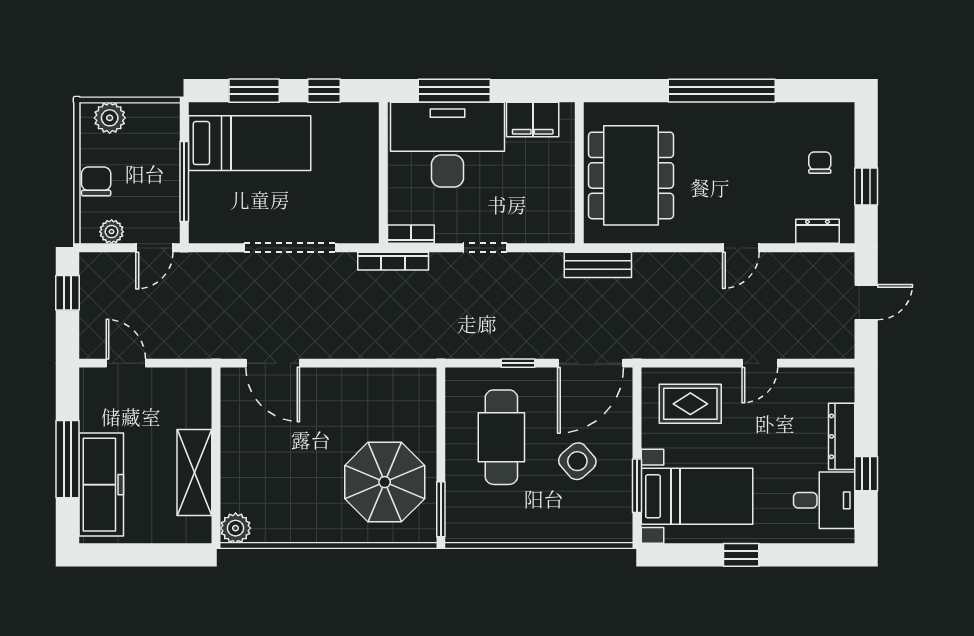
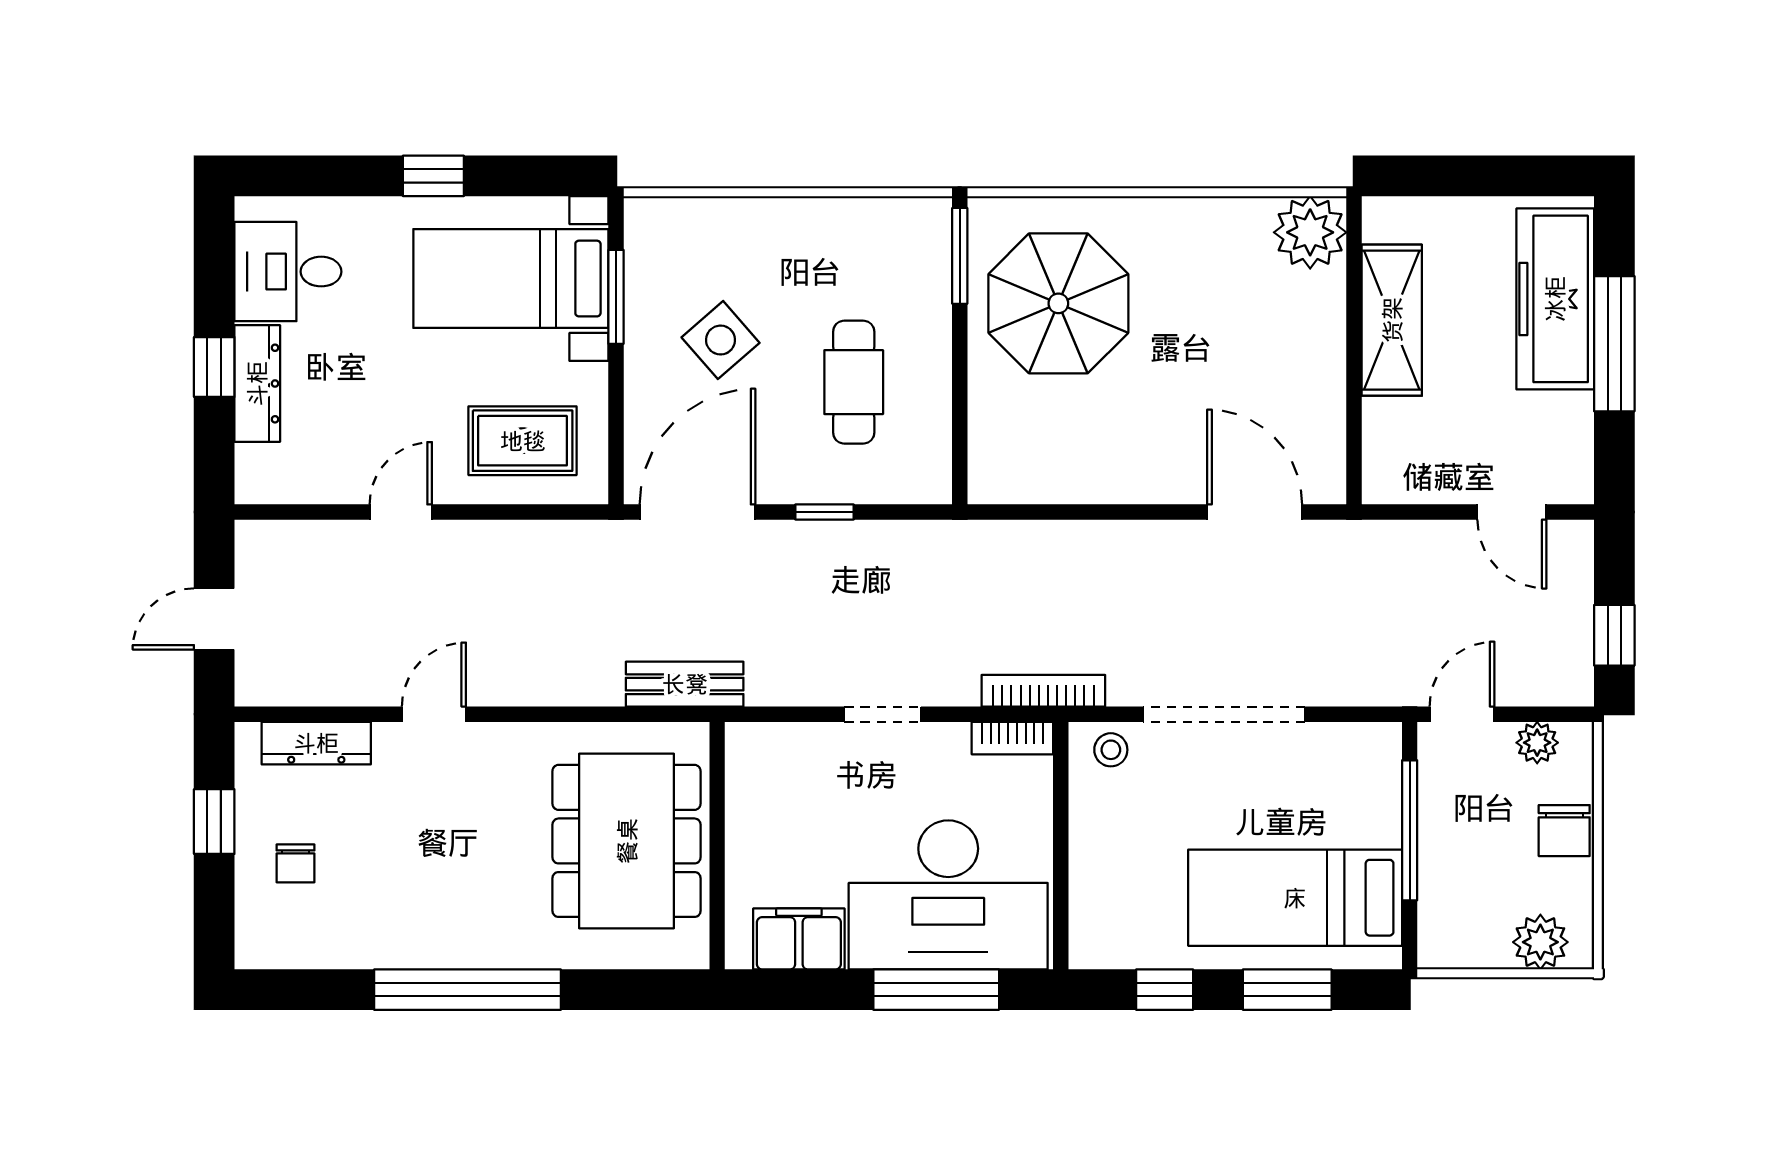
stool: (355, 227) -> (1111, 750), added
dresser: (817, 231) -> (316, 743), width x1.44
cafe table: (501, 437) -> (854, 382), width x0.73, depth x0.74
window: (866, 474) -> (214, 367), moved
plant: (236, 528) -> (1310, 232), width x1.36, depth x1.36

